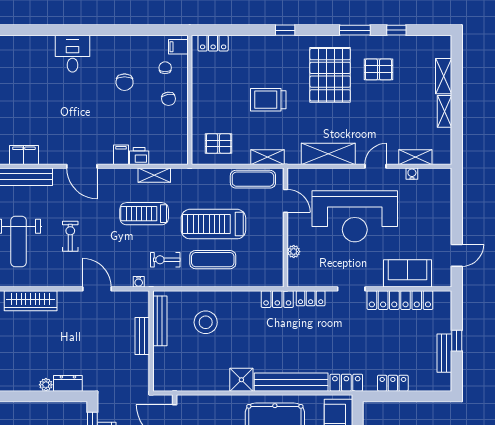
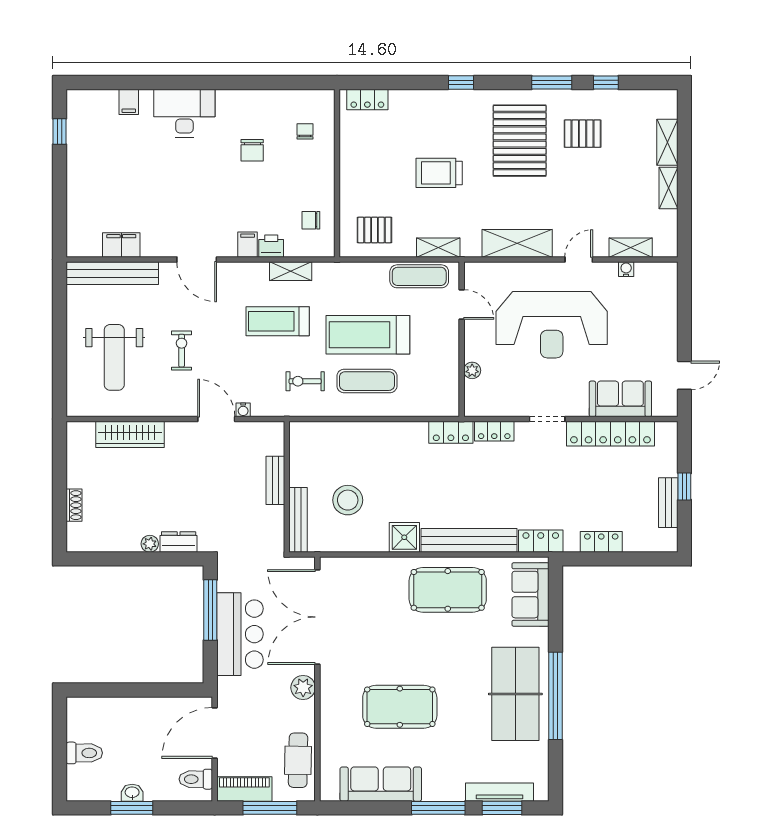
filing cabinet: (178, 47) -> (129, 102), moved, turned -90
desk: (72, 54) -> (184, 113), width x1.37
chair: (169, 99) -> (311, 220), moved, turned 99
water cooler: (139, 282) -> (243, 410), moved
bench: (160, 321) -> (298, 520), moved
stool: (206, 322) -> (348, 500), moved

